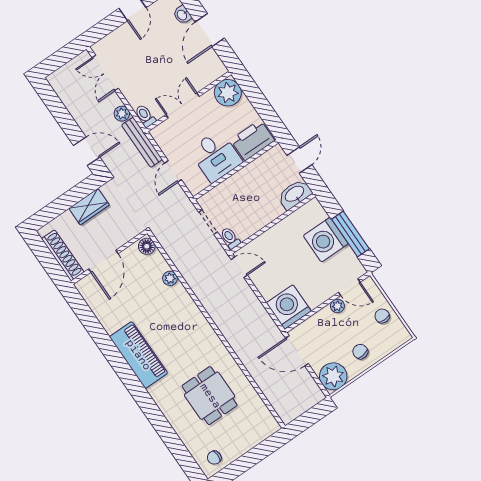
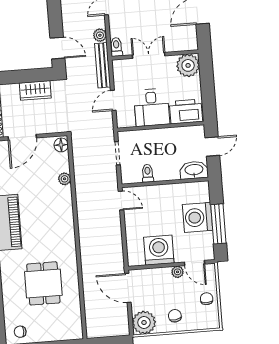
toilet: (230, 238) -> (148, 173), moved
washing machine: (289, 307) -> (159, 250), moved

